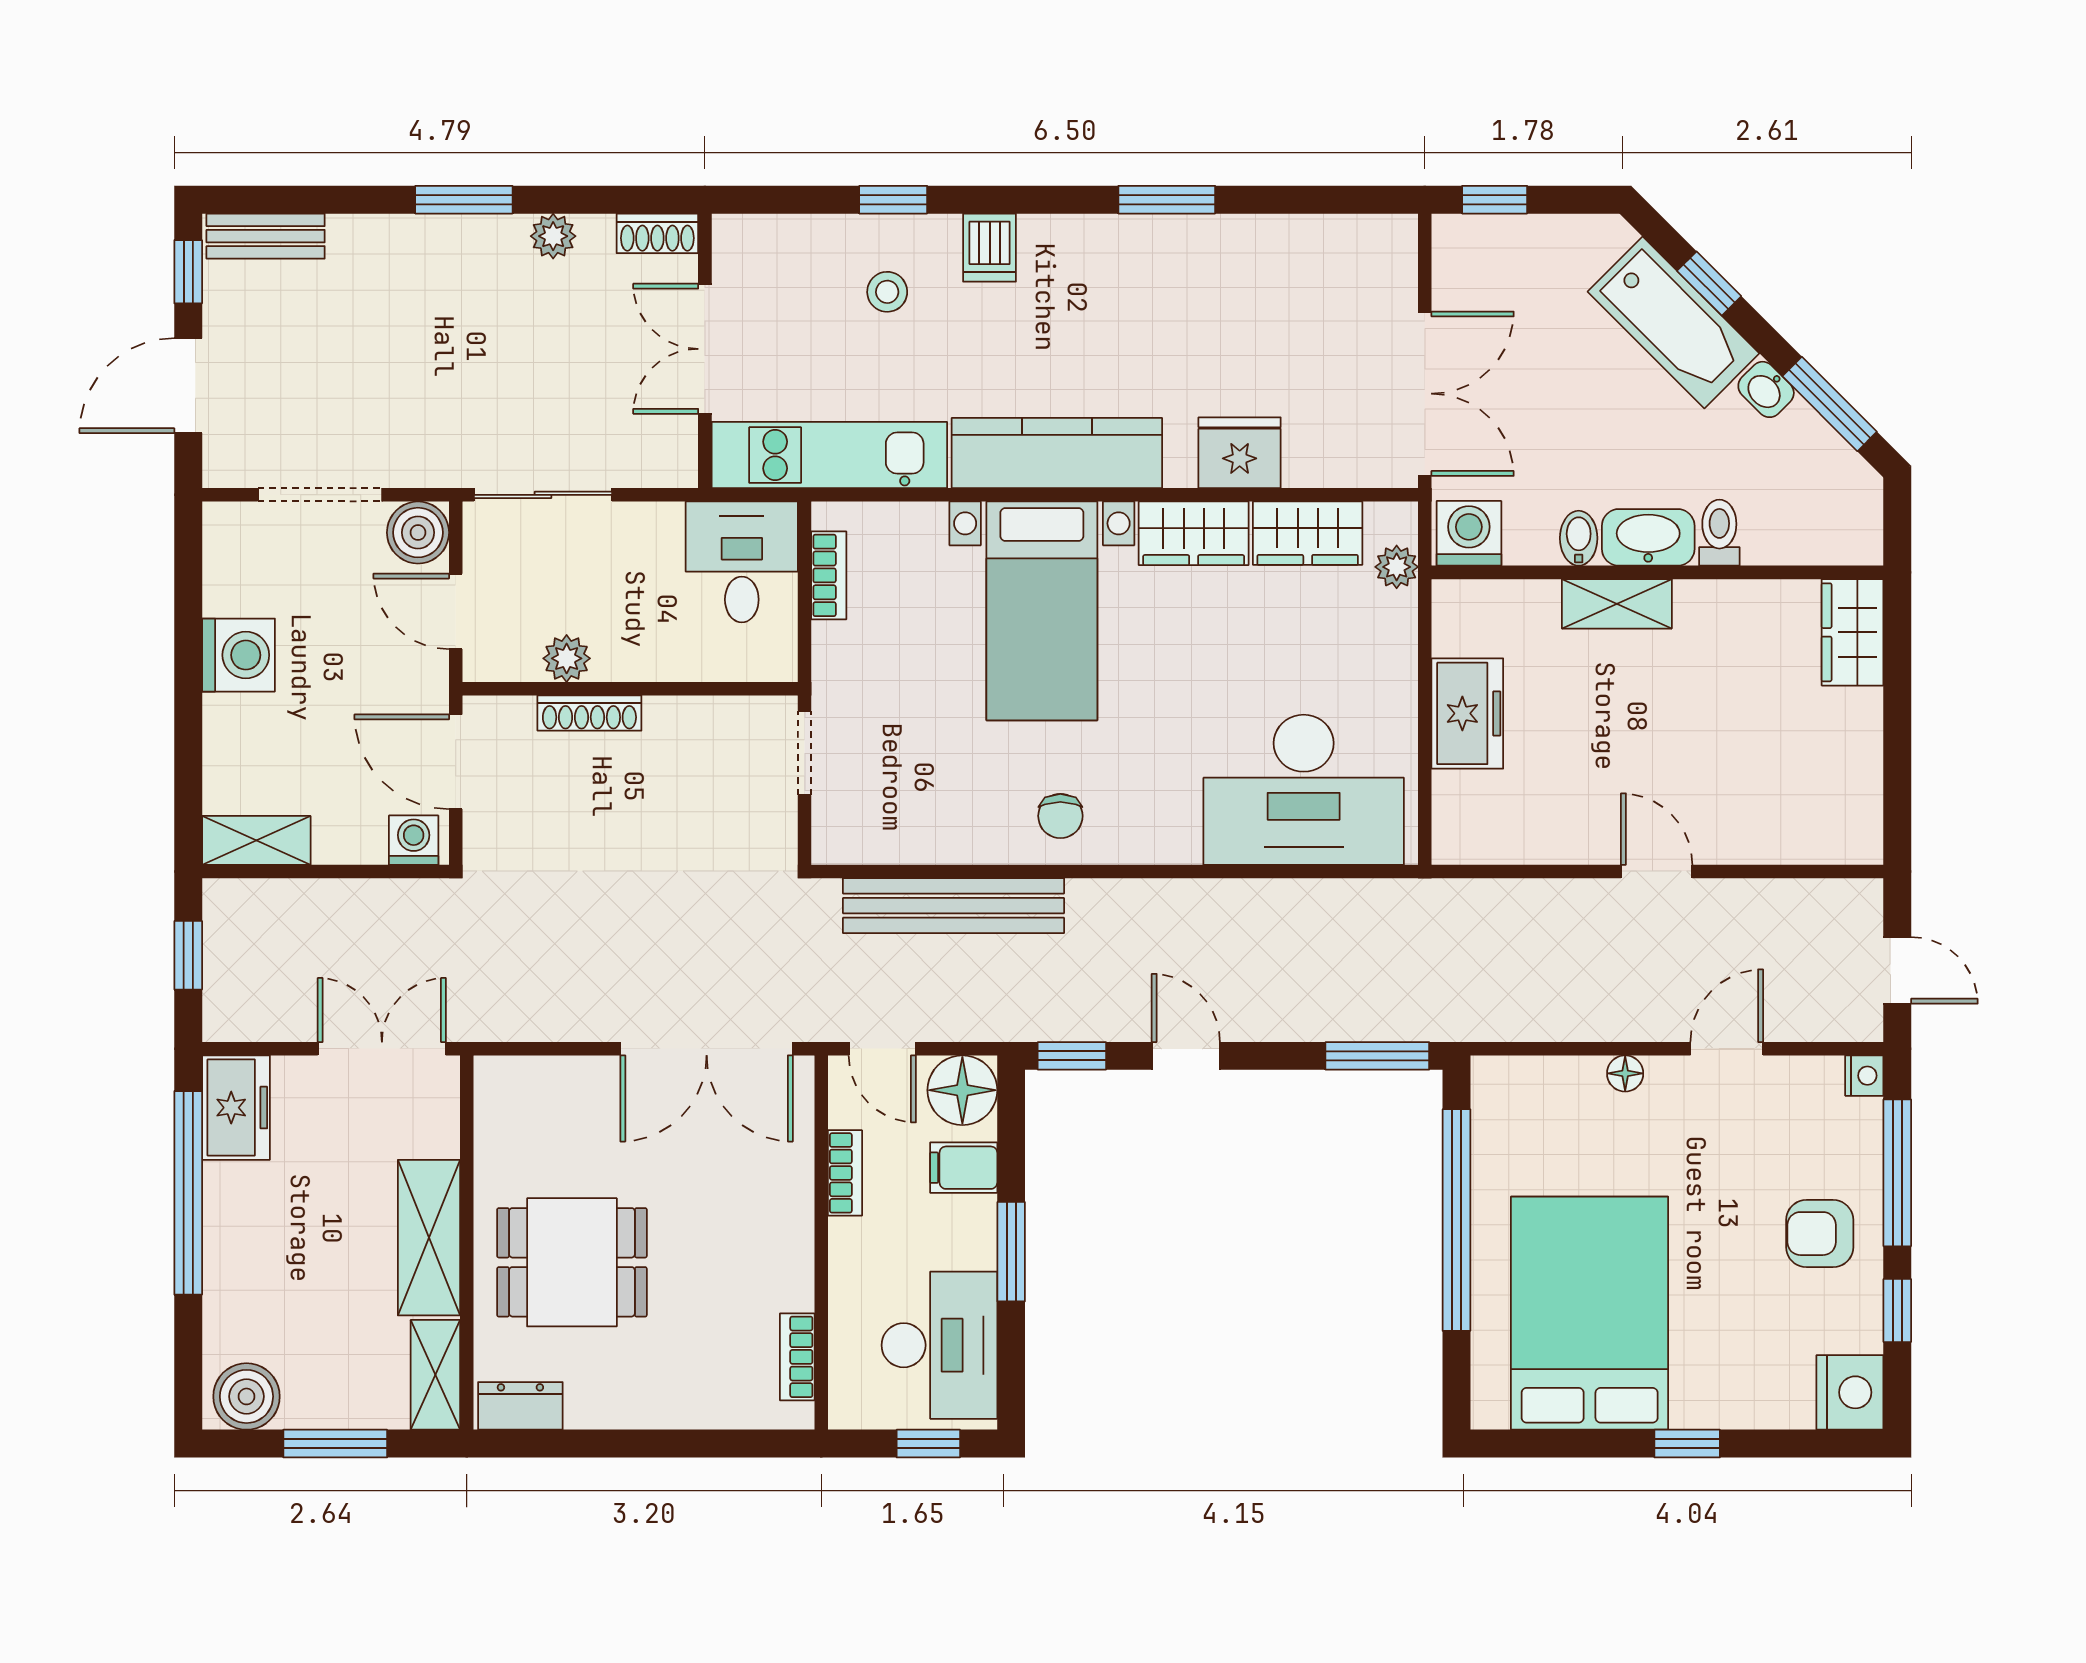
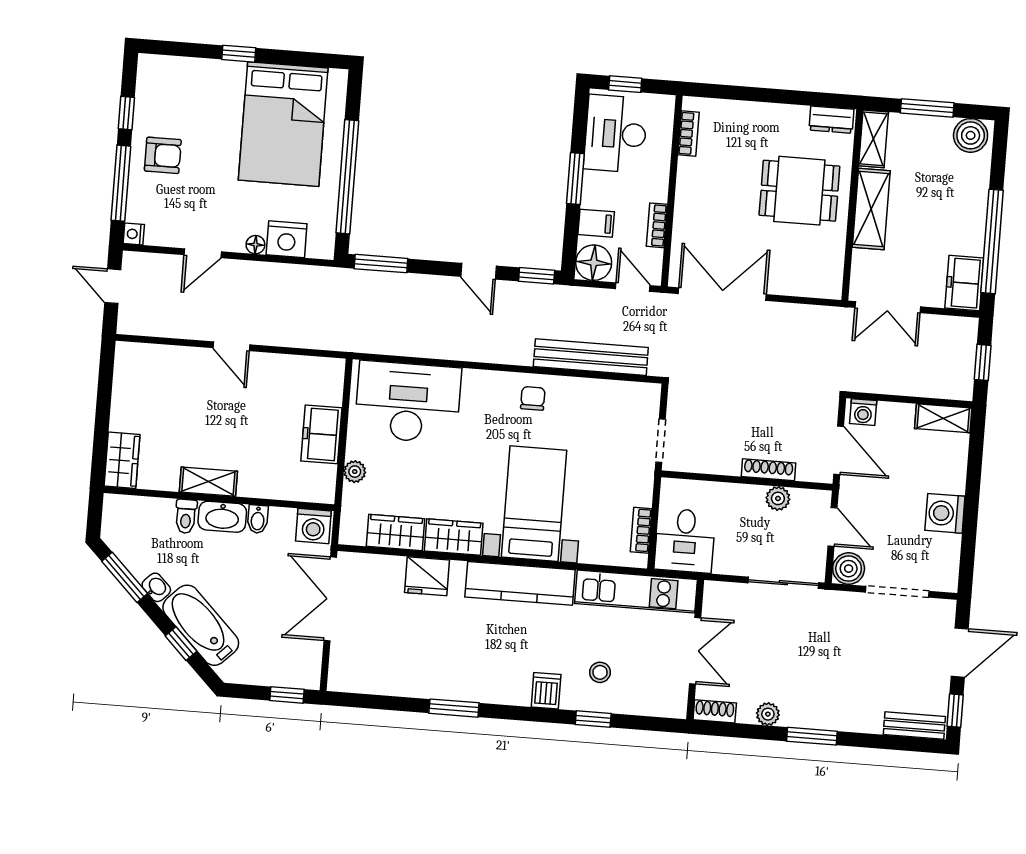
plant: (1397, 567) -> (355, 472), moved
shelving: (1617, 604) -> (208, 482), moved
nightstand: (1850, 1392) -> (287, 239), moved, turned -90

